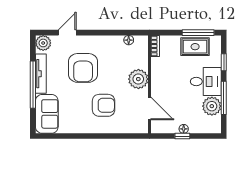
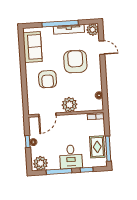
armchair: (83, 68) -> (75, 62), turned 90
plant: (212, 106) -> (41, 163), moved
sofa: (47, 114) -> (32, 47), moved, turned -90

